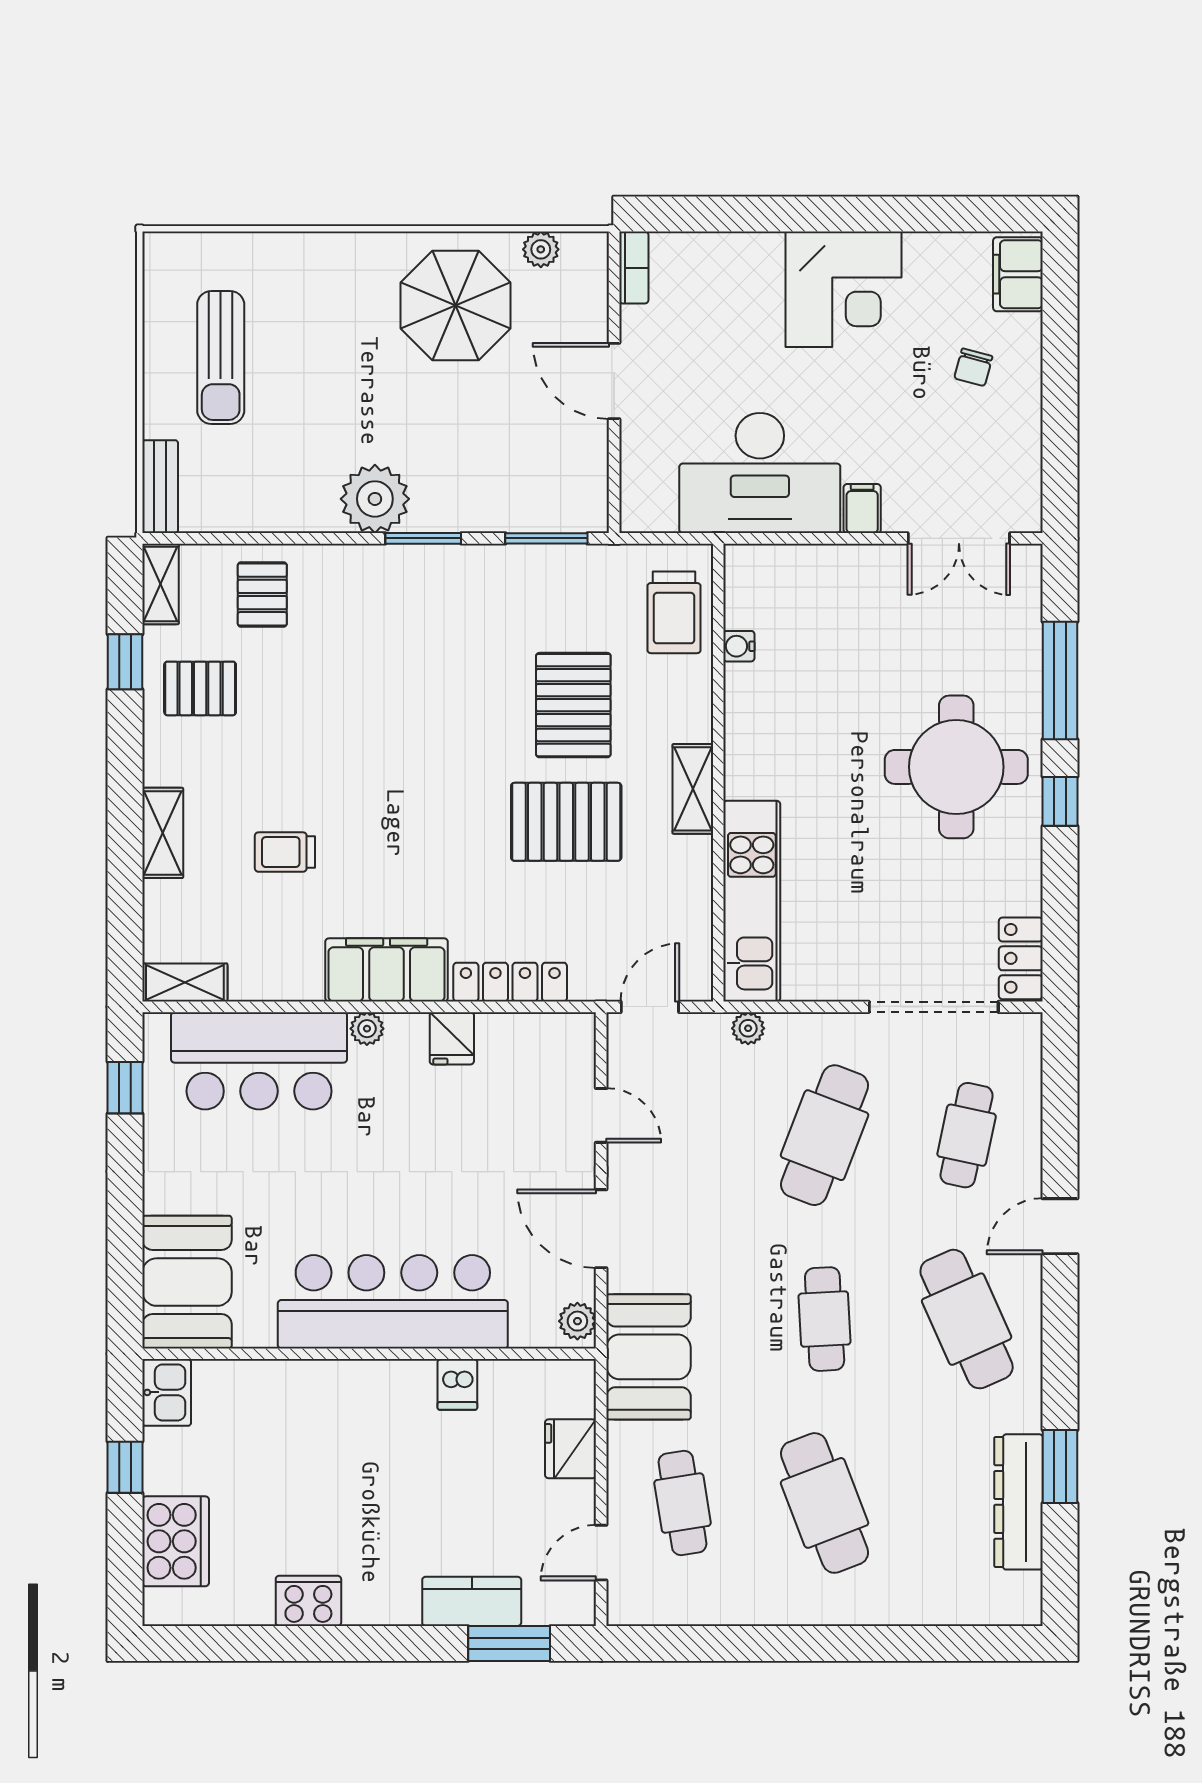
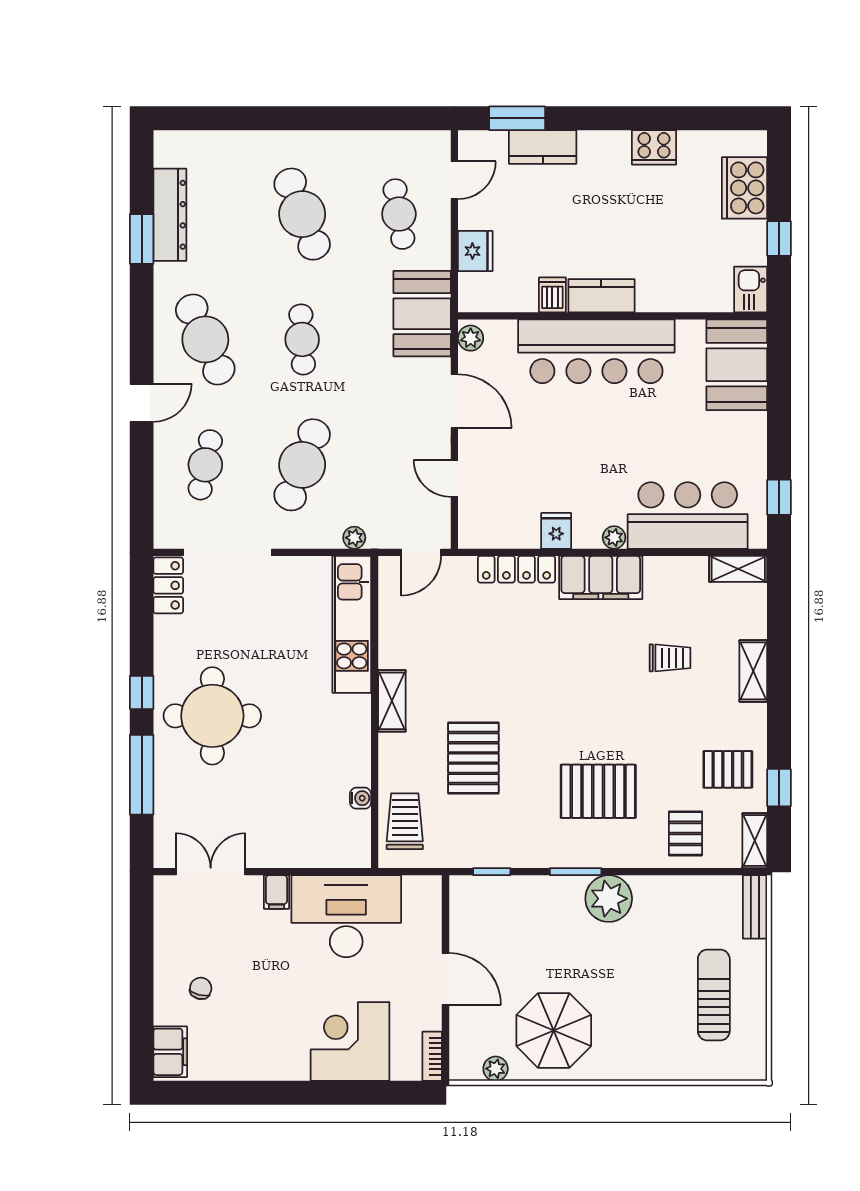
corner desk: (844, 289) -> (350, 1041), moved
window: (546, 538) -> (492, 872), width x0.67
pallet: (566, 822) -> (598, 791), moved
kitchen counter: (385, 1383) -> (601, 296), added

